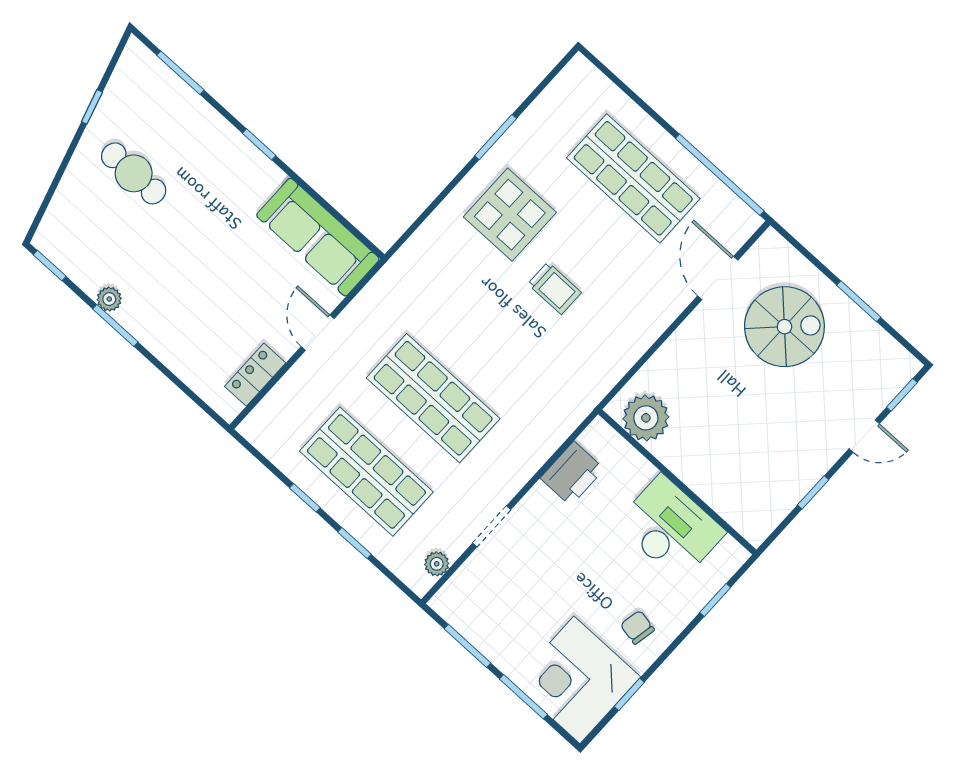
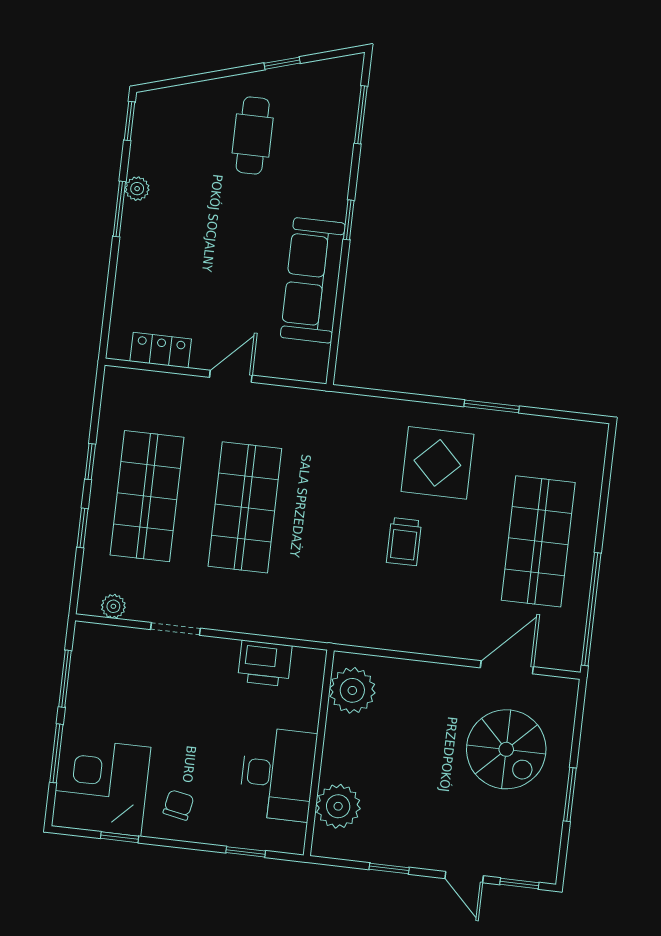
sofa: (318, 237) -> (313, 280), moved
plant: (732, 498) -> (338, 806), added

